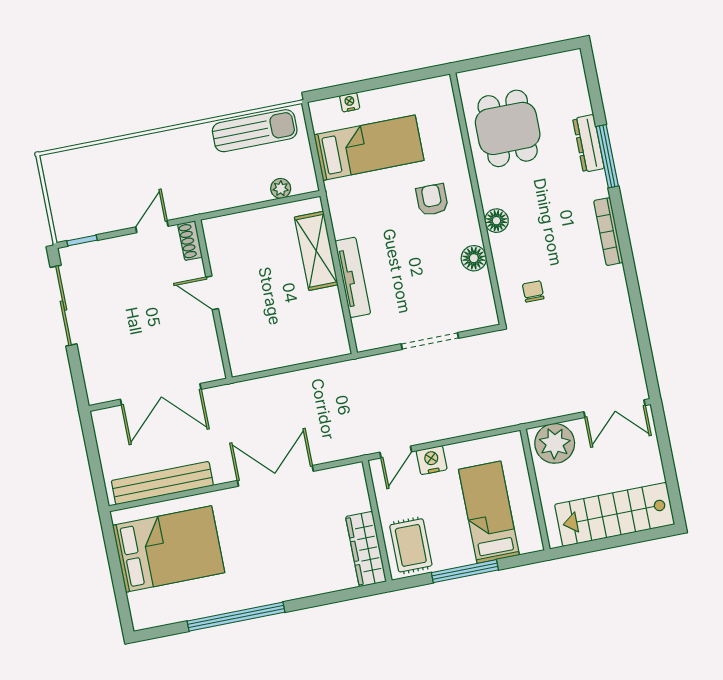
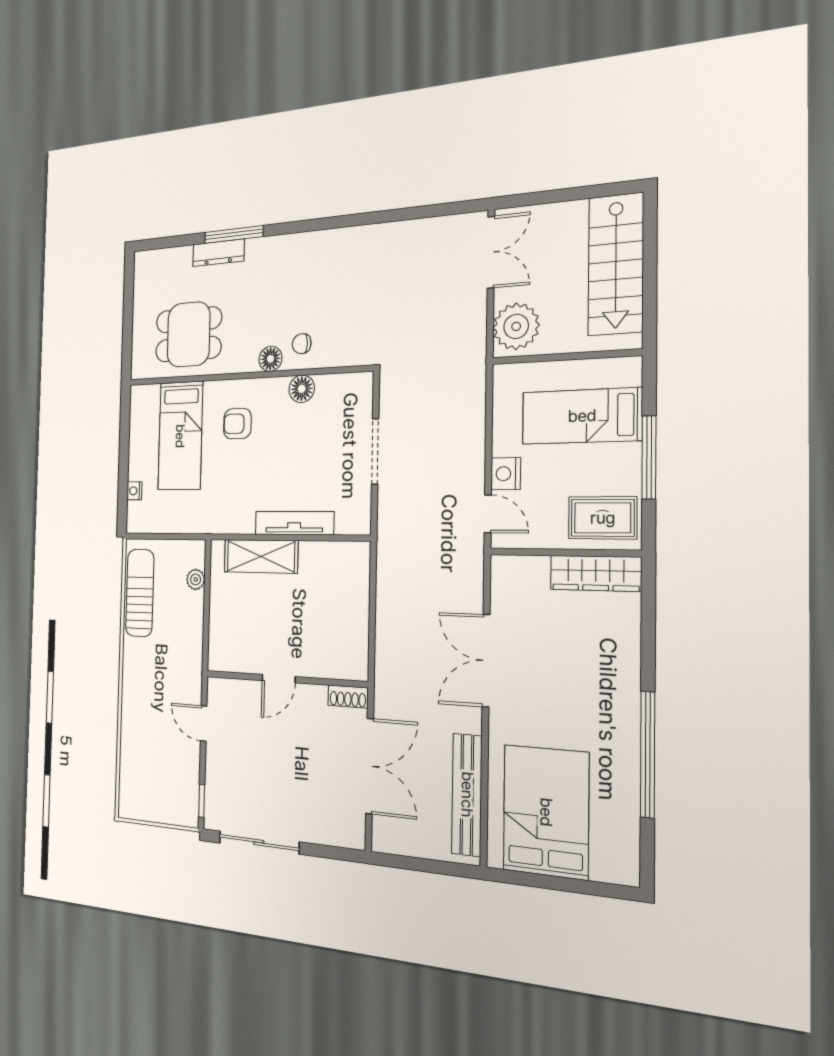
bed: (369, 148) -> (180, 436), moved, turned 180
bookcase: (608, 232) -> (305, 241), removed
shoe rack: (190, 241) -> (348, 697), moved
chair: (533, 291) -> (302, 344), moved

